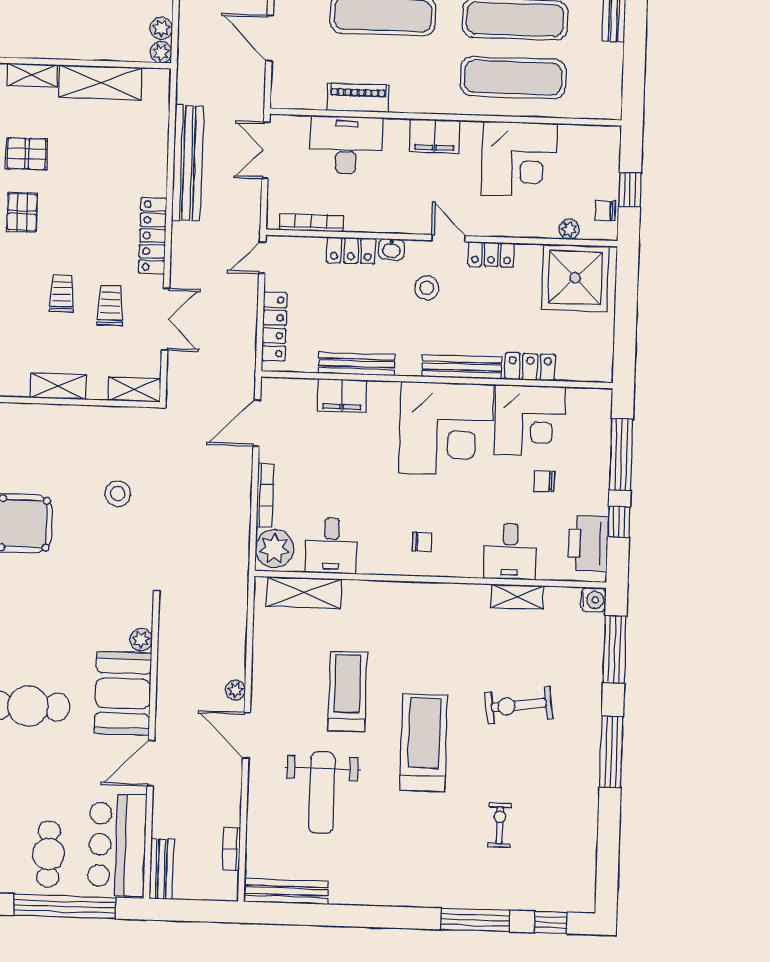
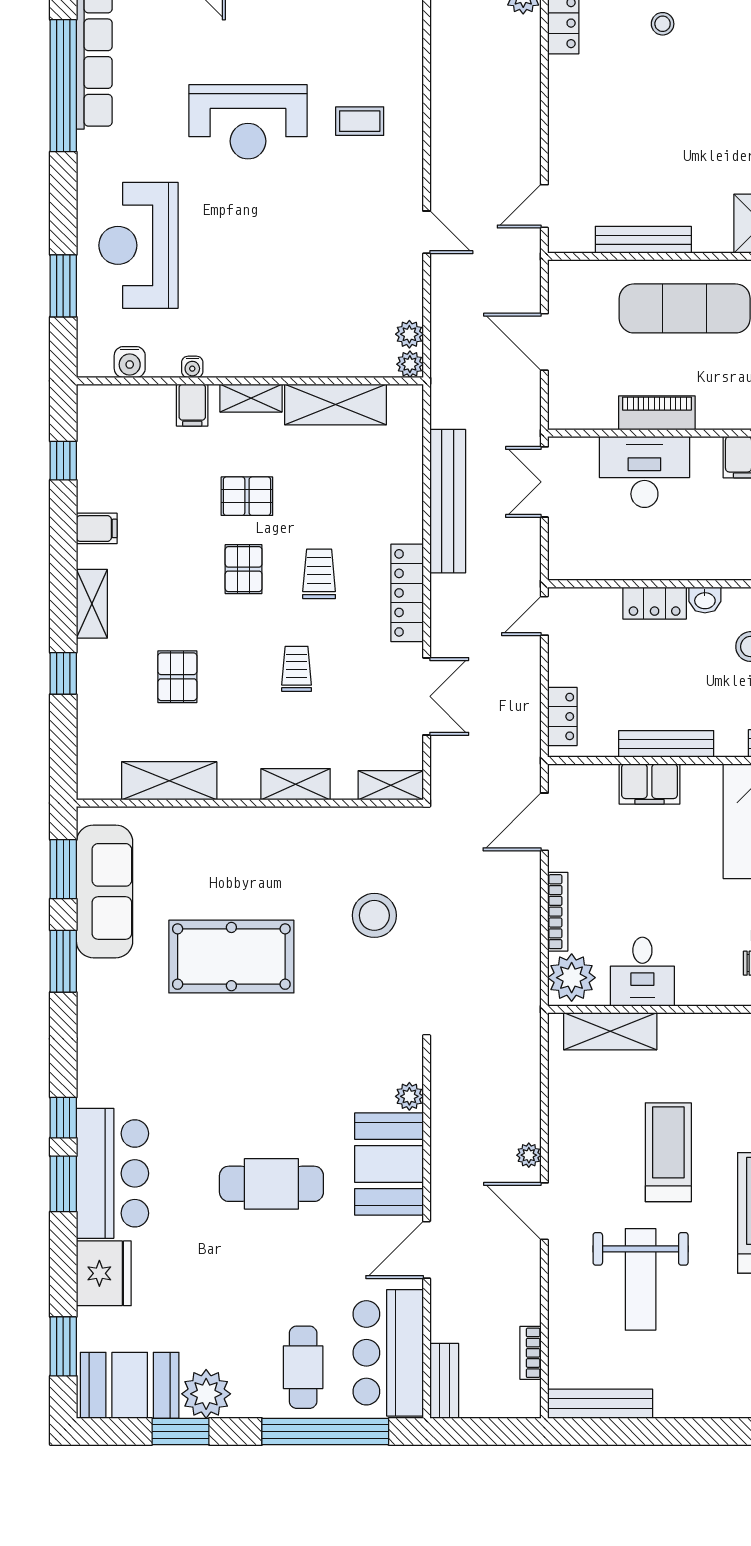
bookcase: (311, 223) -> (604, 570), removed
trolley: (110, 306) -> (319, 574), moved
locker: (274, 327) -> (562, 716), width x0.66
stool: (118, 494) -> (374, 915), width x1.38, depth x1.38

